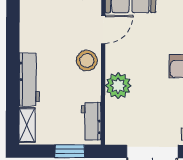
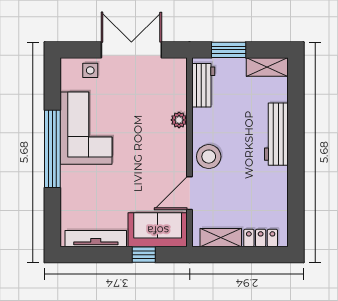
plant: (118, 86) -> (179, 120), width x0.53, depth x0.53
shelving: (27, 125) -> (267, 67), moved, turned 90

